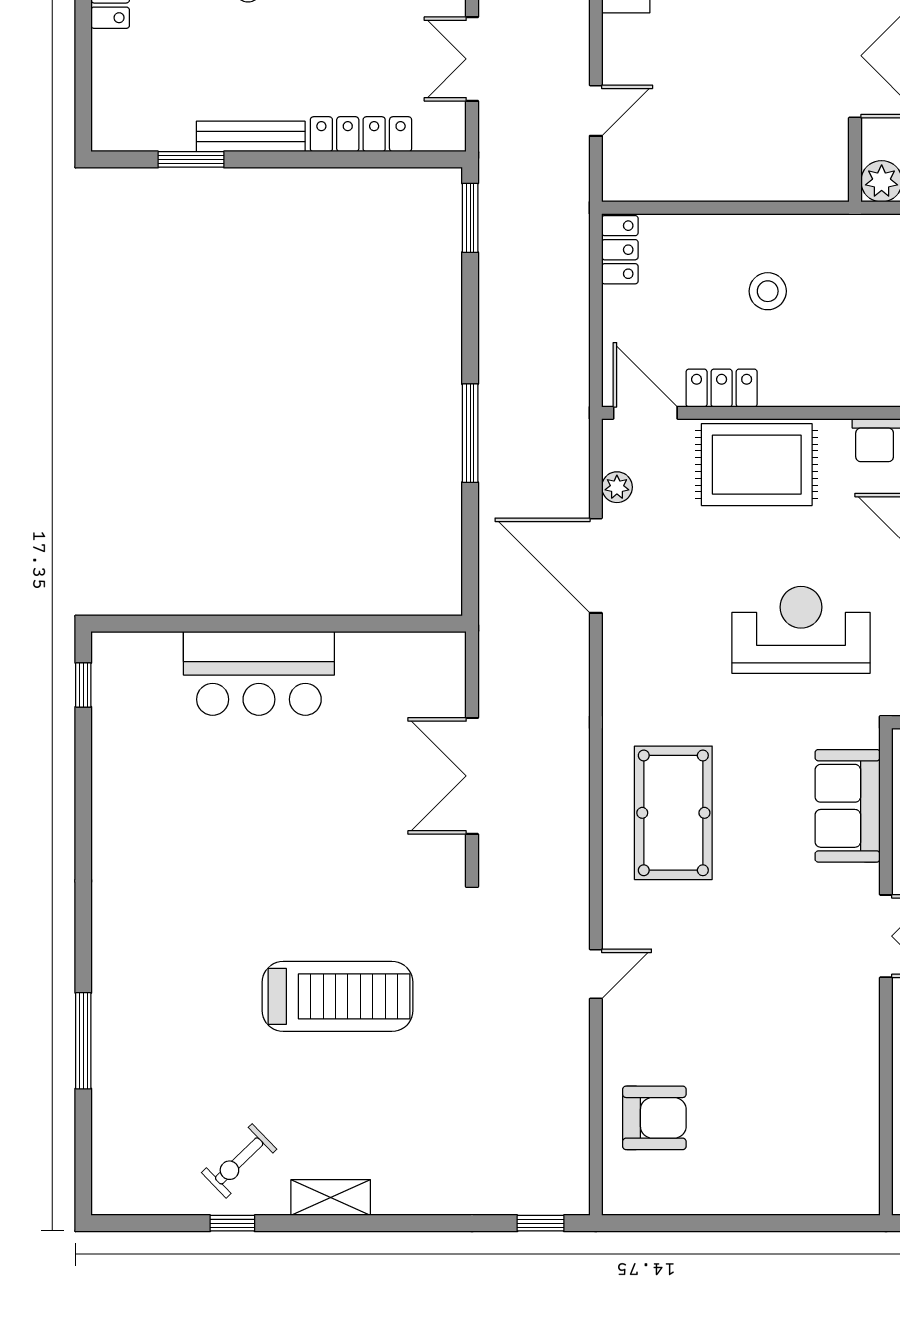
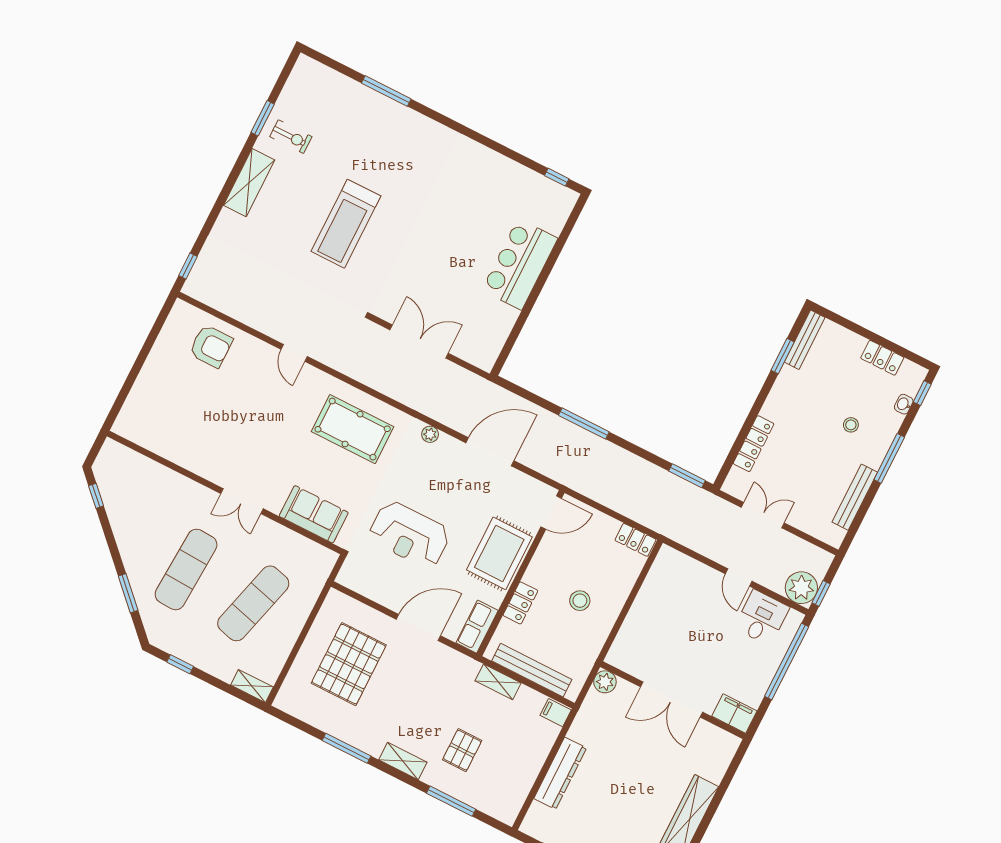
door: (596, 111) -> (739, 577), moved
bench: (251, 136) -> (805, 340), moved
locker: (722, 388) -> (520, 603), moved
plant: (617, 487) -> (430, 434), moved
reception desk: (801, 630) -> (409, 535), turned 90
armchair: (654, 1118) -> (211, 346), turned -90
exercise bike: (239, 1161) -> (291, 137), turned 134
shelving: (331, 1198) -> (249, 183), width x1.50, depth x1.33
window: (232, 1223) -> (263, 118), width x1.50

